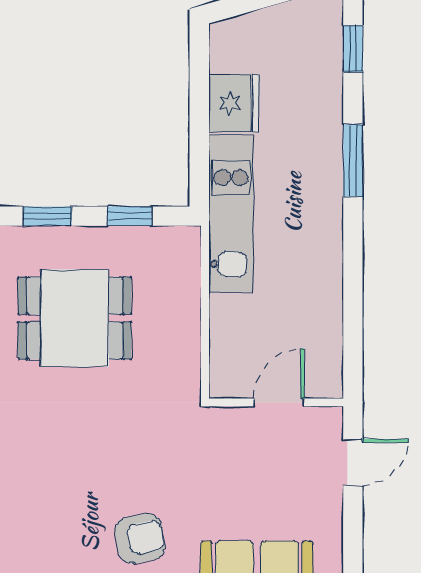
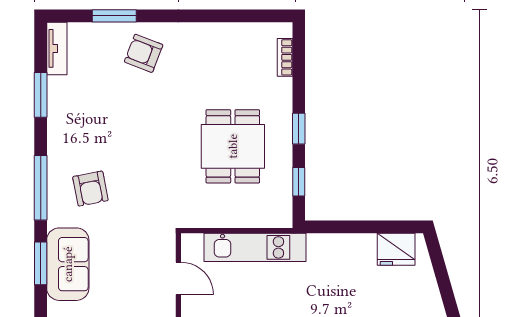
fridge: (234, 103) -> (396, 249), moved
kitchen unit: (231, 214) -> (255, 247), moved

